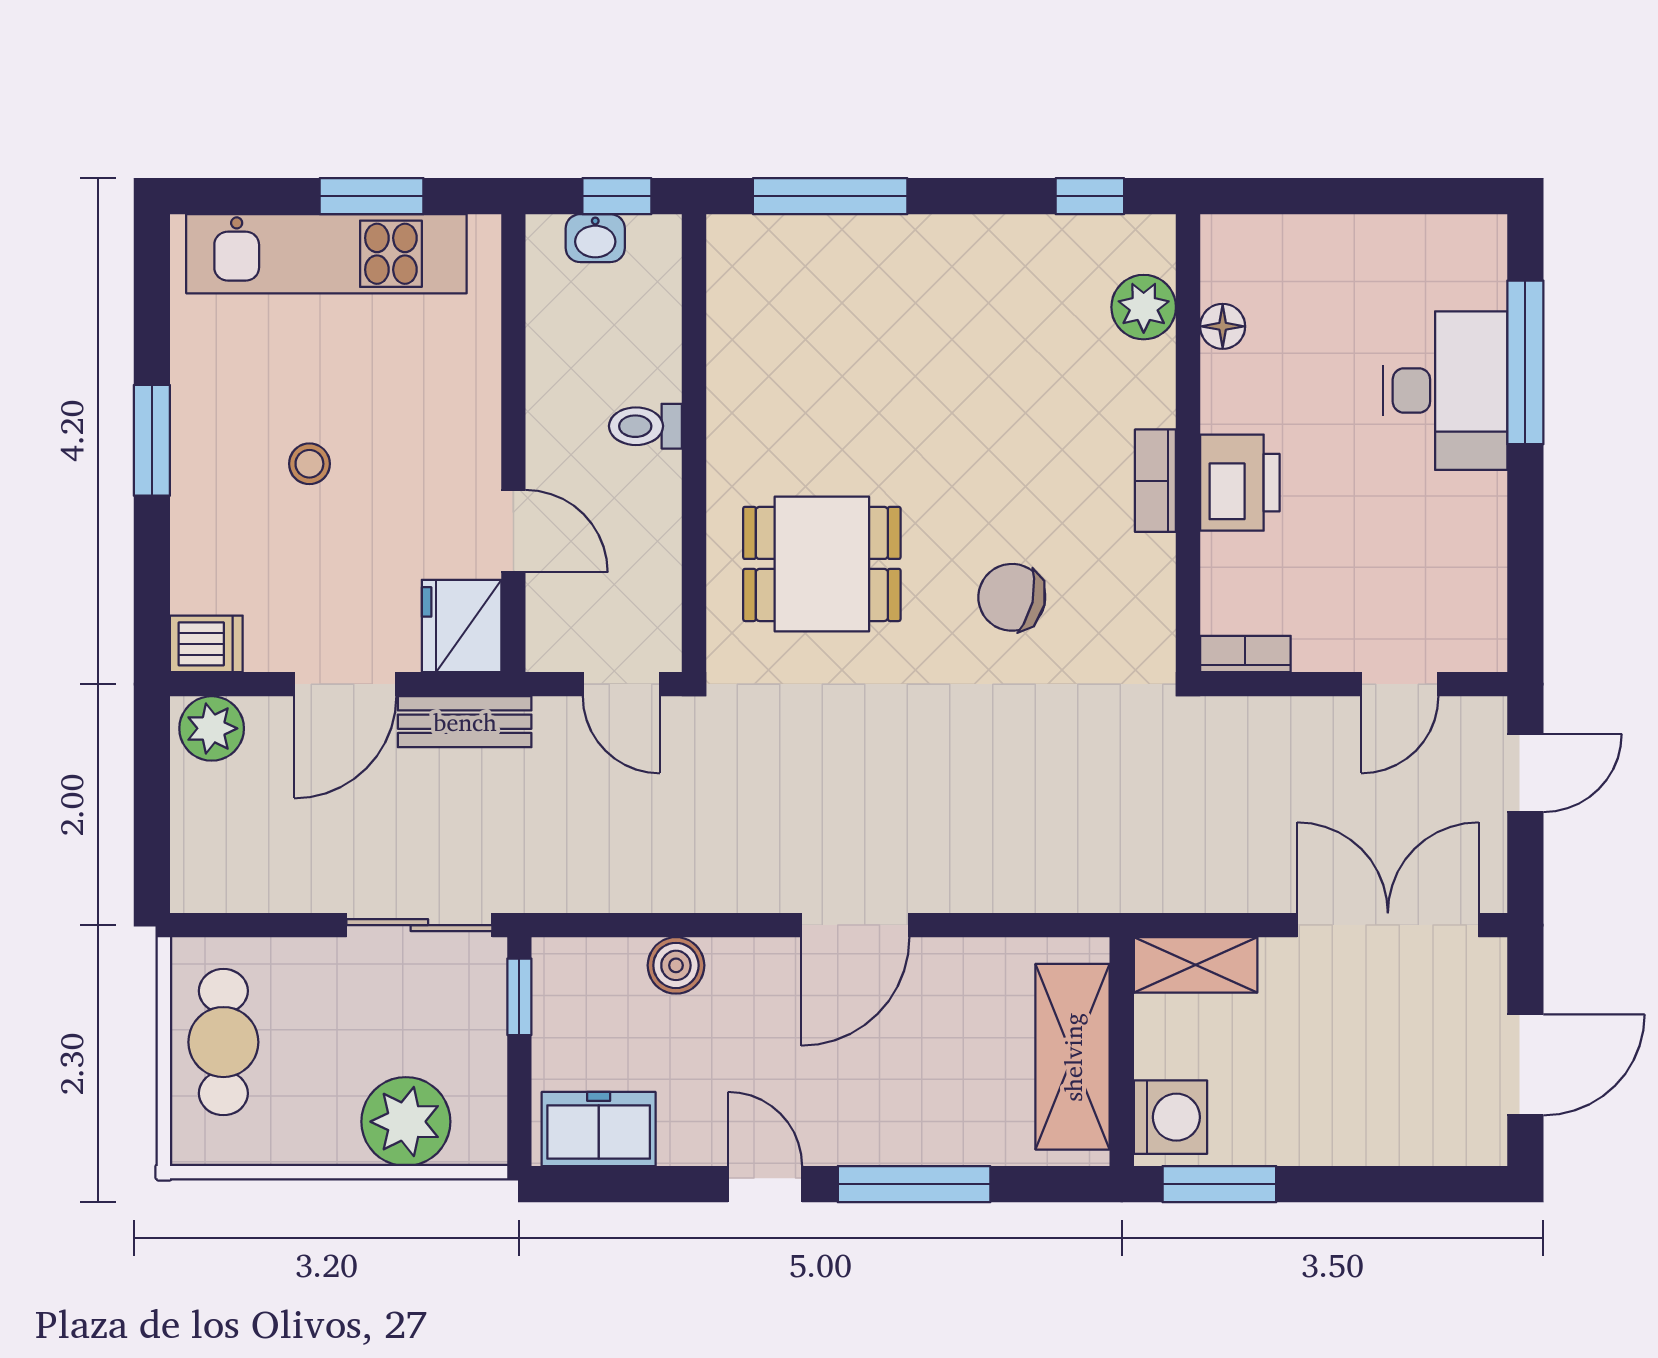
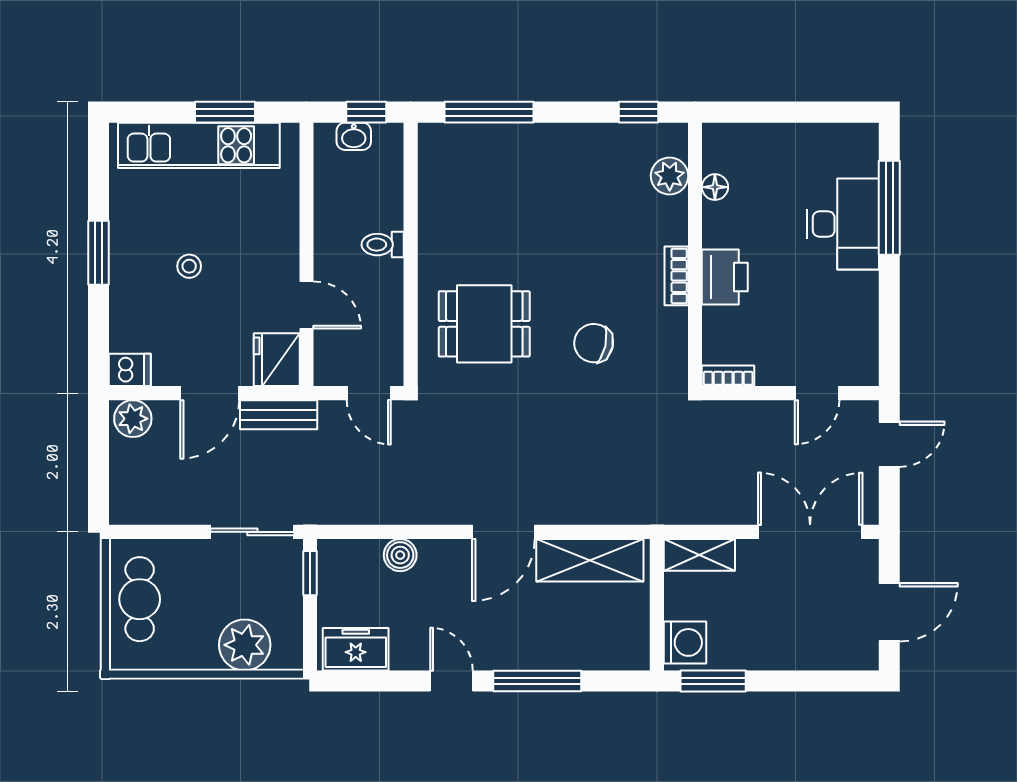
shelving: (1073, 1057) -> (590, 560), moved, turned 90

